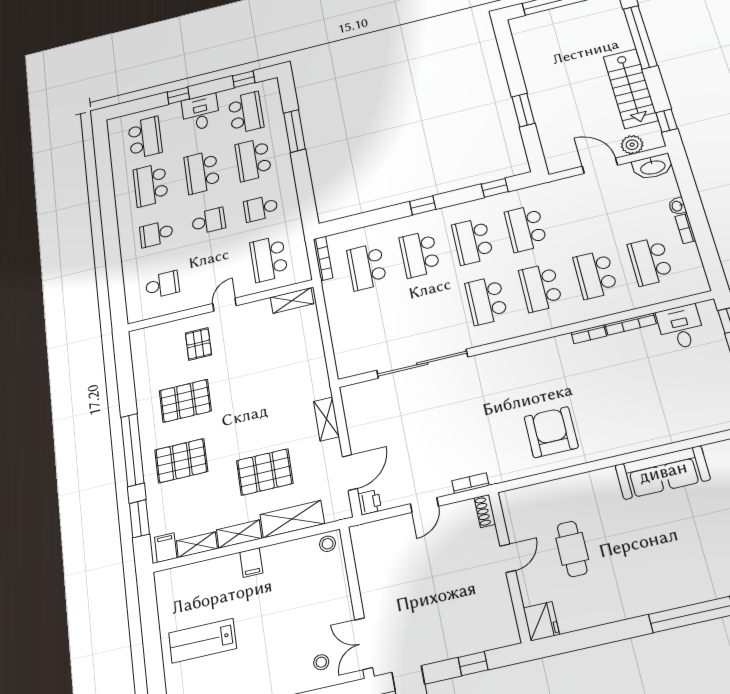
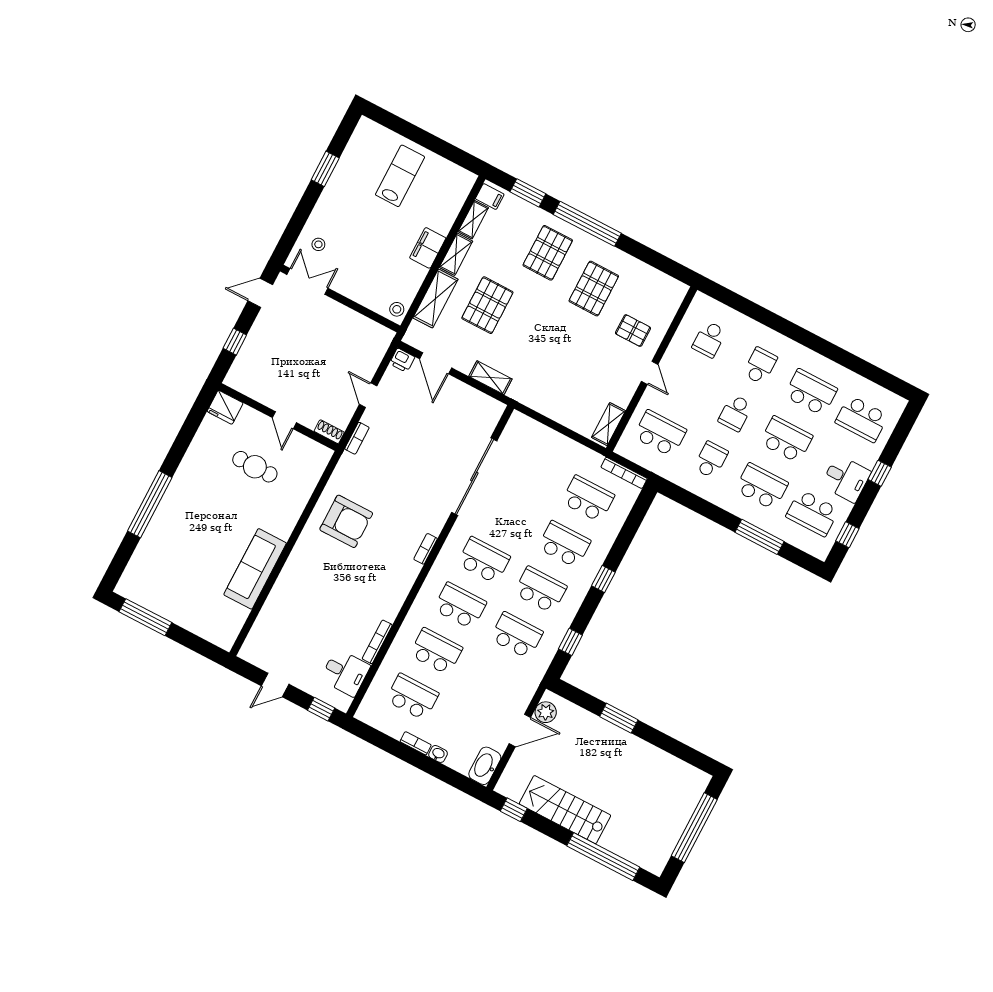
plant: (632, 145) -> (546, 712), moved
bookcase: (589, 334) -> (426, 549), moved
filing cabinet: (251, 563) -> (428, 248), width x2.00

